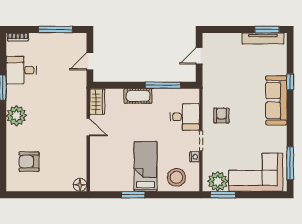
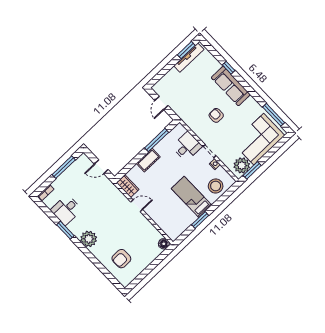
door: (90, 61) -> (101, 167), hinge flipped
armchair: (221, 115) -> (216, 115), moved

